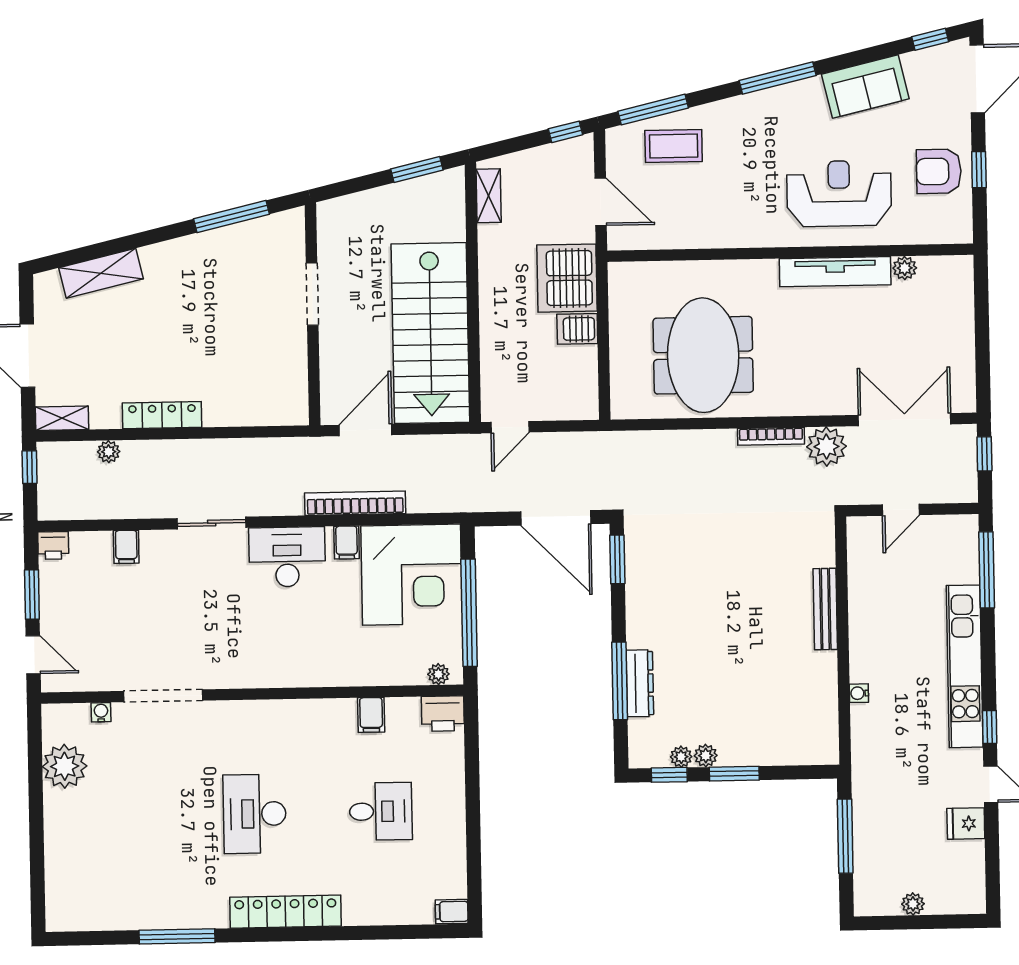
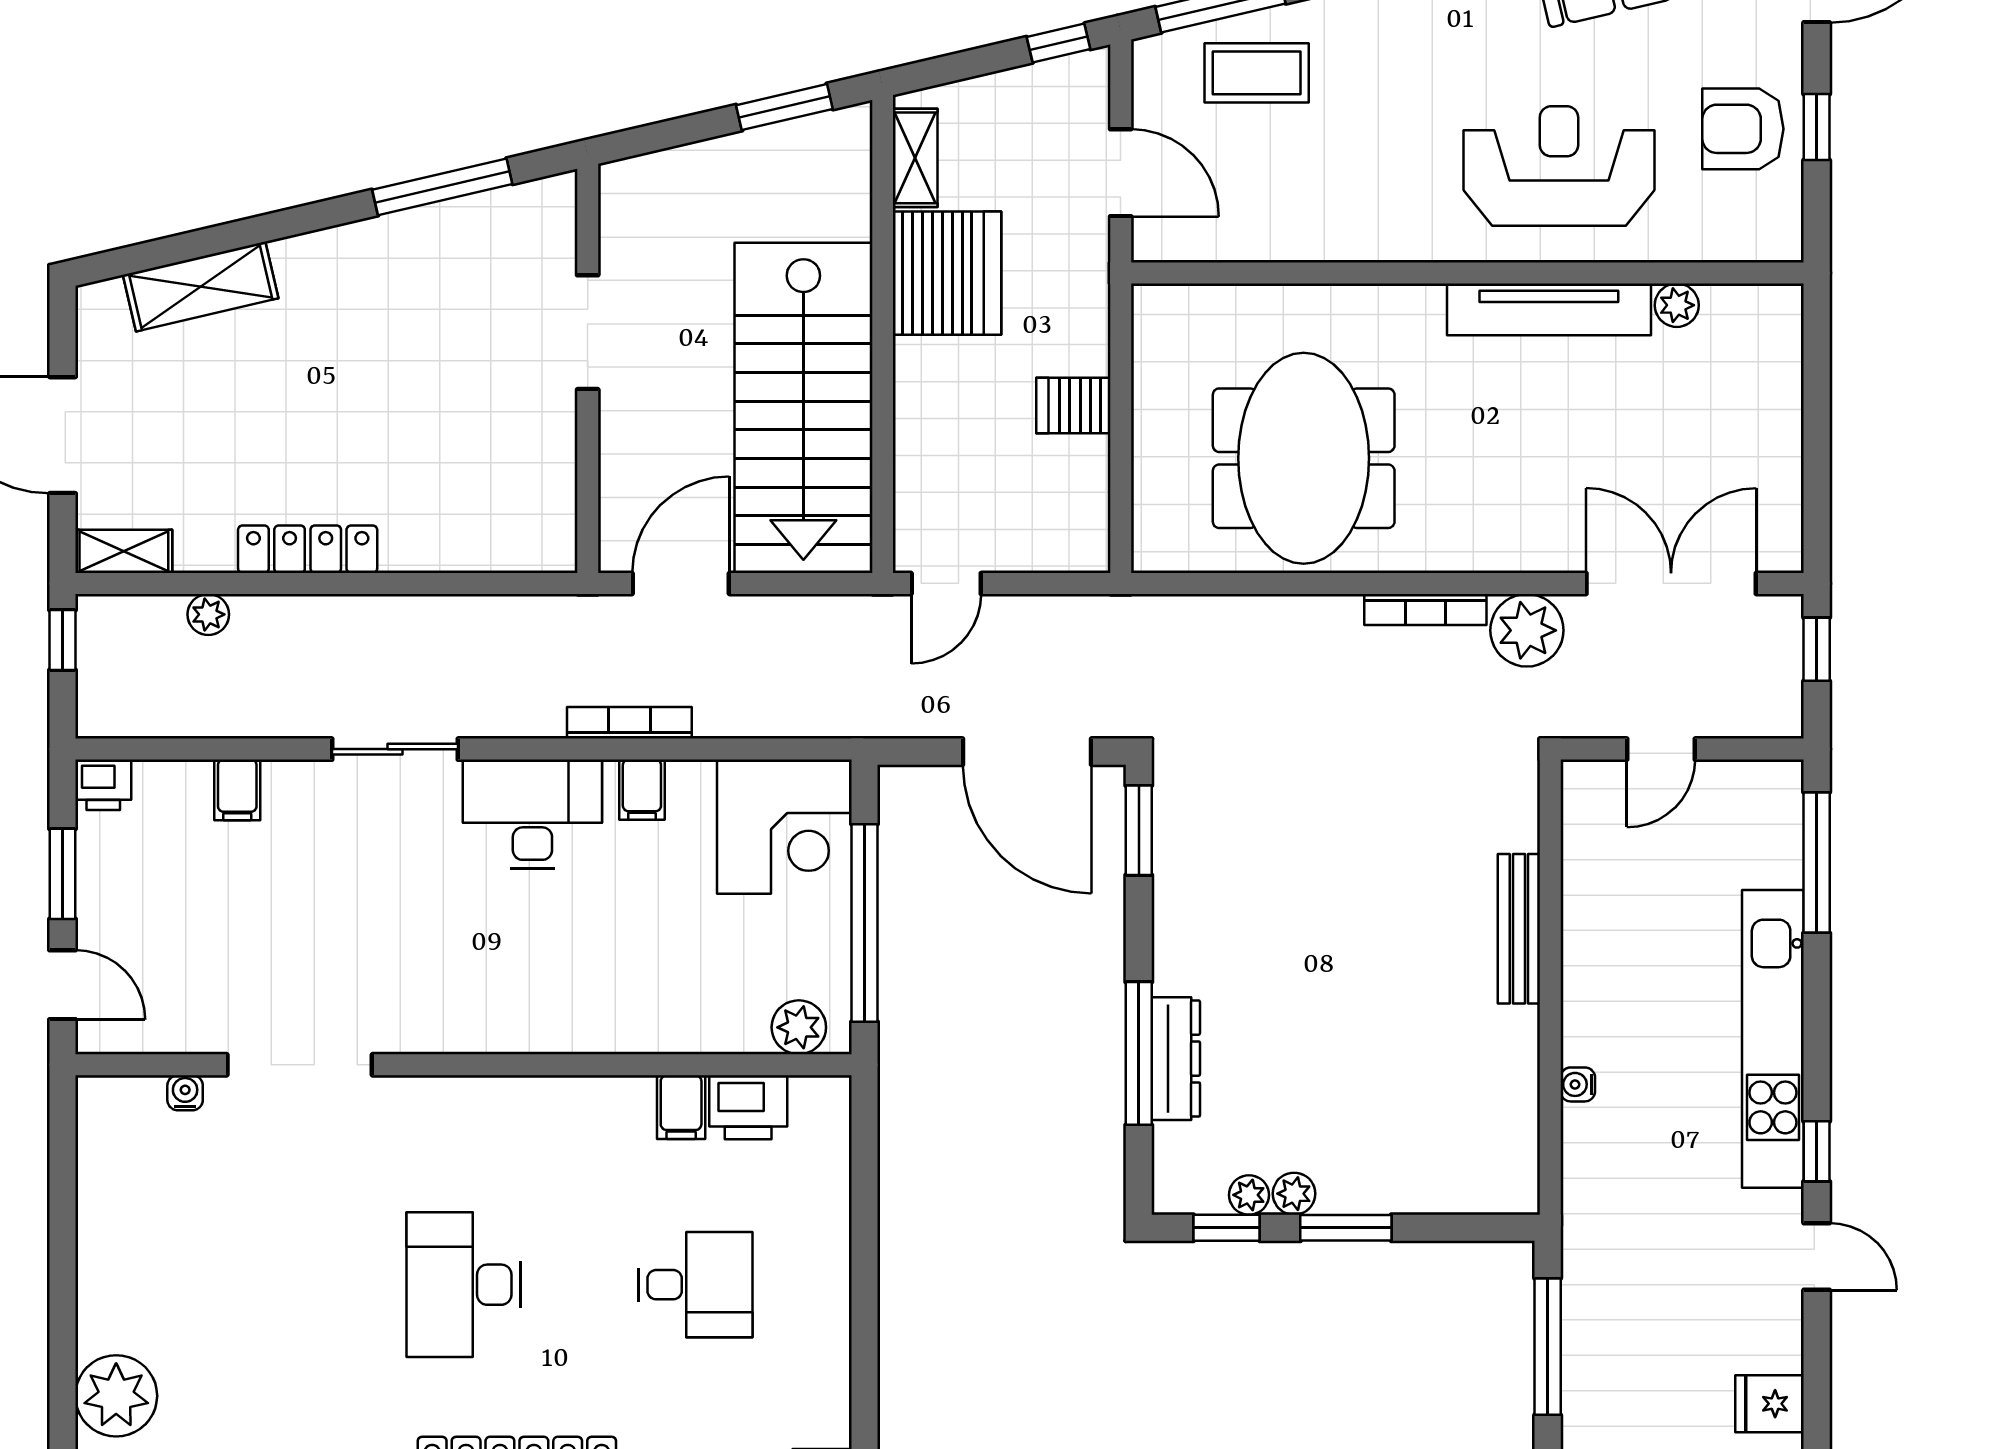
server rack: (567, 278) -> (947, 273), moved, turned 180
bookcase: (355, 503) -> (629, 723), width x0.68, depth x0.76
corner desk: (411, 575) -> (784, 827), width x0.74, depth x0.74
plant: (438, 674) -> (799, 1027), width x1.38, depth x1.38
printer: (443, 714) -> (748, 1107), moved
plant: (65, 766) -> (116, 1396), moved
fridge: (966, 823) -> (1770, 1404), moved

